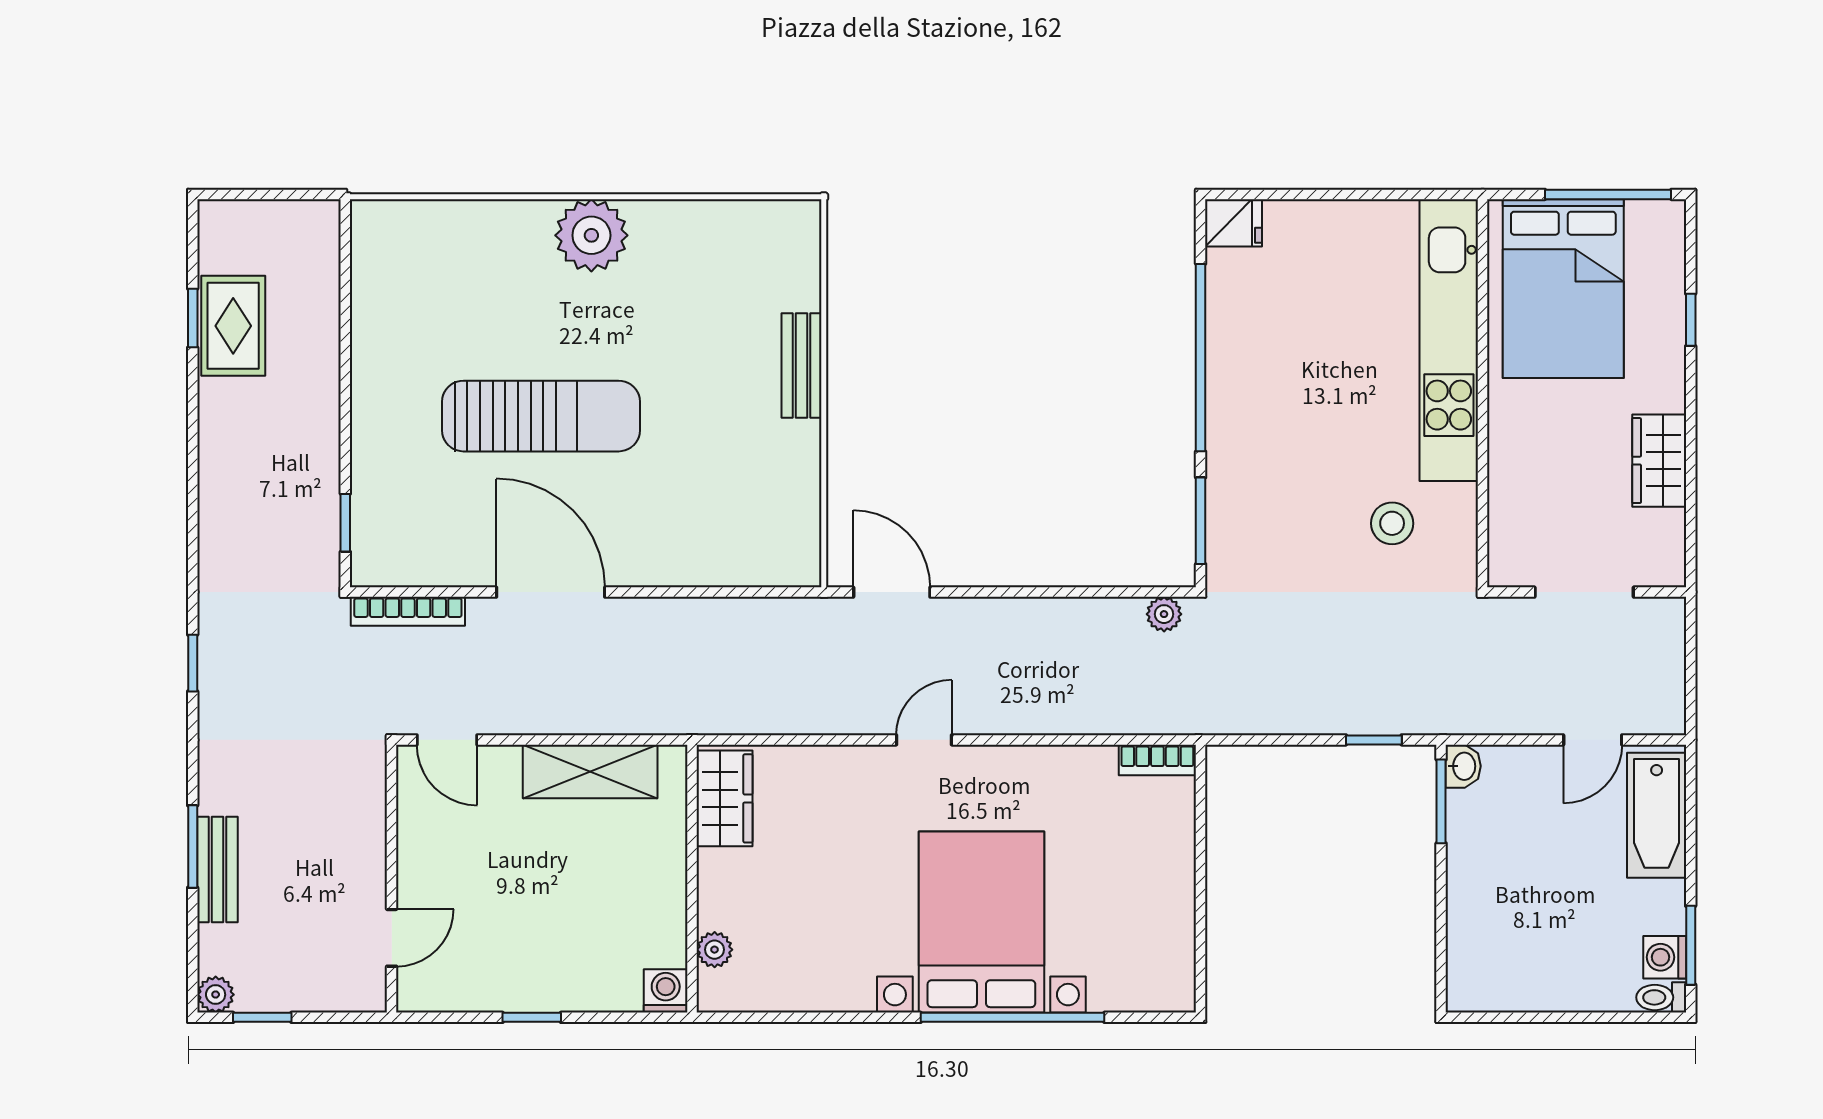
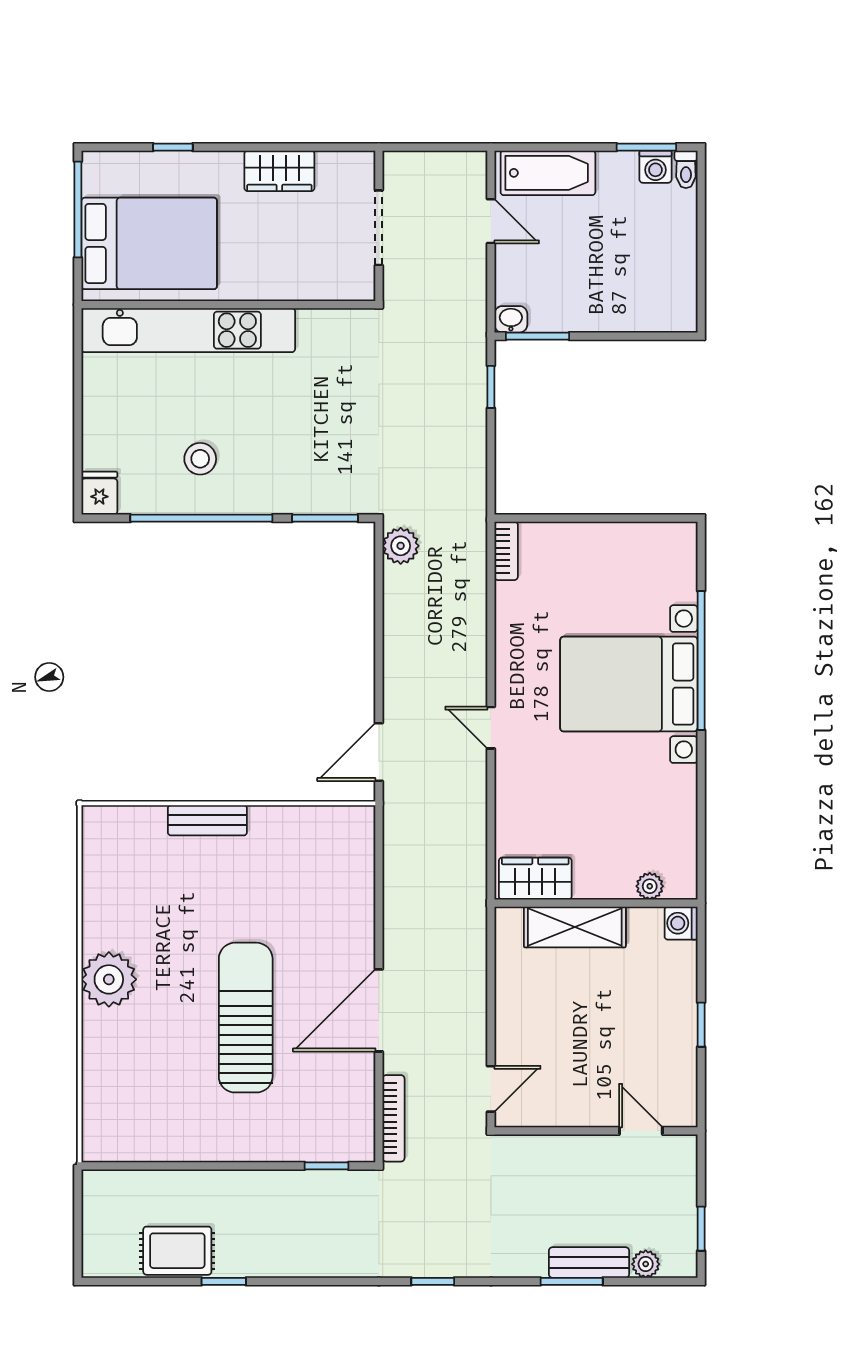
window: (193, 318) -> (224, 1281), moved
stool: (1392, 523) -> (200, 459), moved
plant: (1164, 614) -> (401, 546), width x1.38, depth x1.38
shelving: (590, 771) -> (575, 927), moved, turned 90
plant: (216, 995) -> (646, 1264), moved

